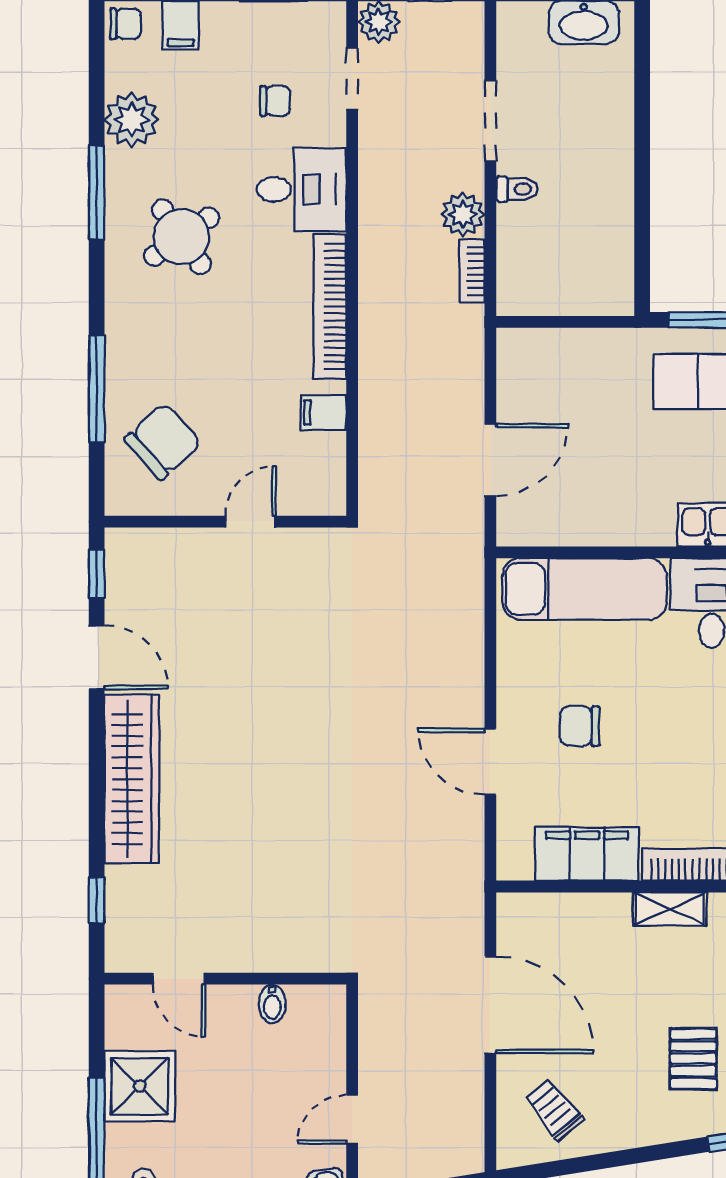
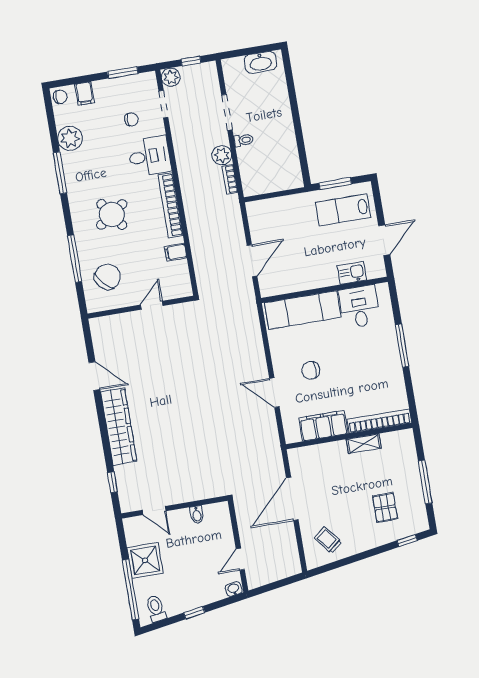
round table: (181, 237) -> (112, 215), moved
window: (97, 574) -> (88, 340), removed
door: (490, 1005) -> (292, 499), swing flipped

